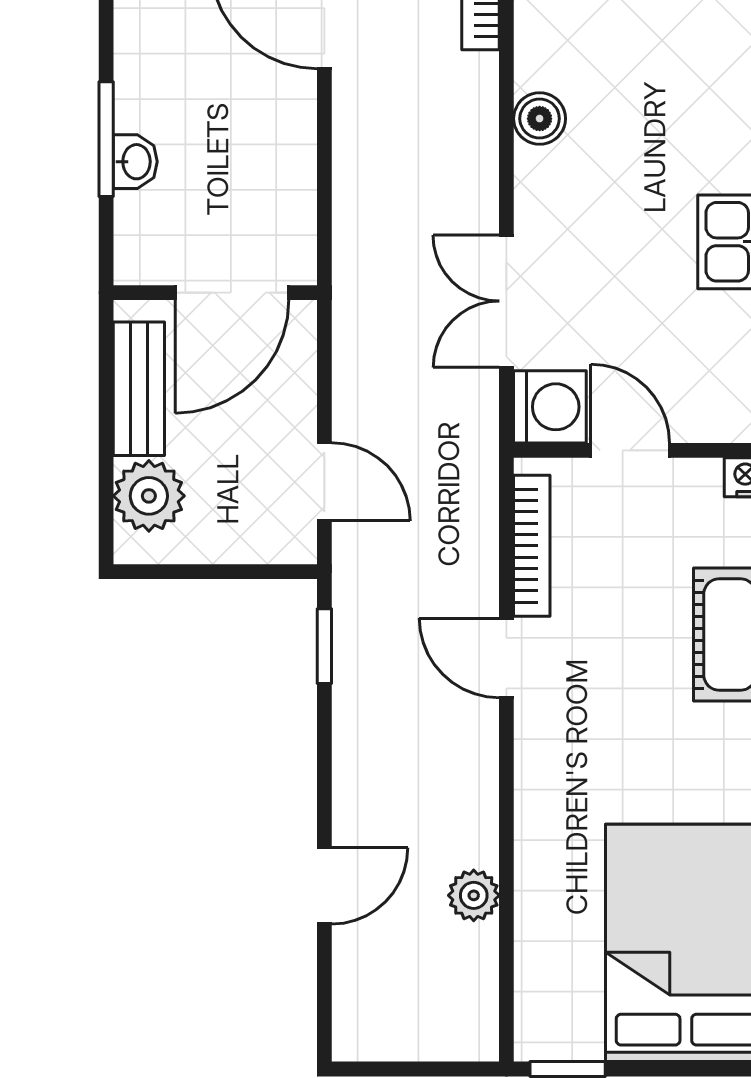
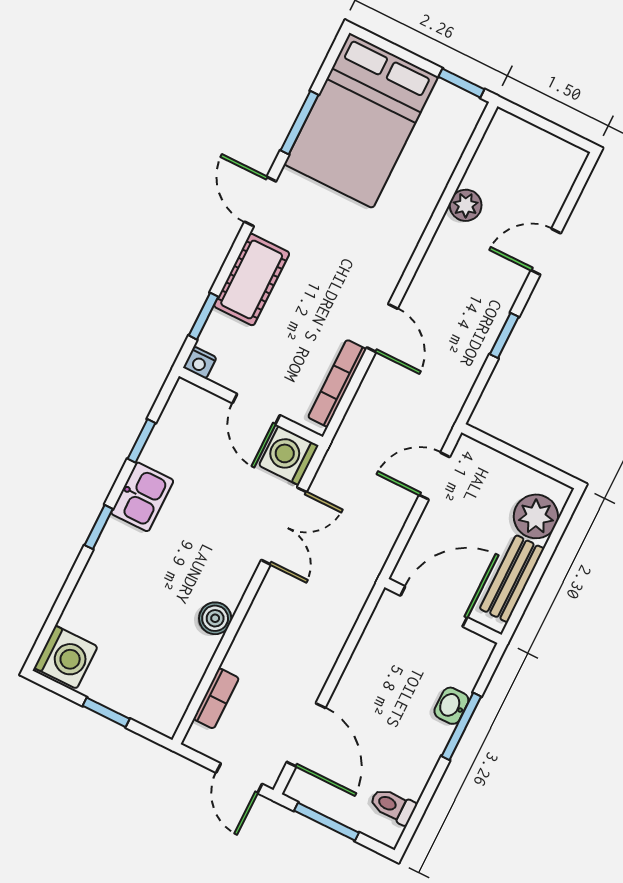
door: (324, 482) -> (435, 476), hinge flipped
window: (324, 646) -> (504, 336), moved

